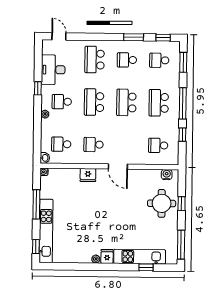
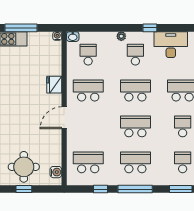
school desk: (94, 145) -> (88, 91), width x1.85
school desk: (158, 145) -> (88, 162), width x1.85

